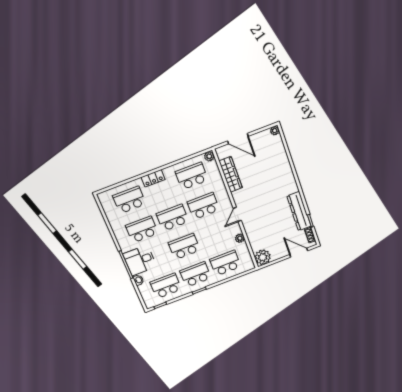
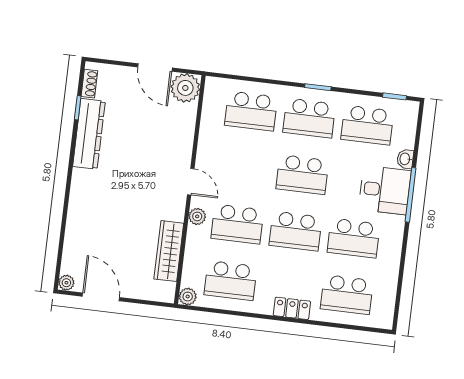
door: (238, 139) -> (101, 297), moved
door: (237, 214) -> (191, 182), hinge flipped
plant: (240, 238) -> (197, 216), moved
door: (299, 253) -> (155, 67), moved

